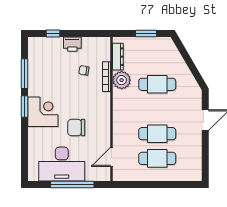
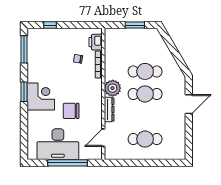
printer: (72, 44) -> (96, 42), moved, turned 90
dresser: (118, 57) -> (109, 109), moved
window: (24, 74) -> (24, 49), moved
plant: (122, 80) -> (113, 88), moved
cafe table: (157, 134) -> (145, 94), moved

